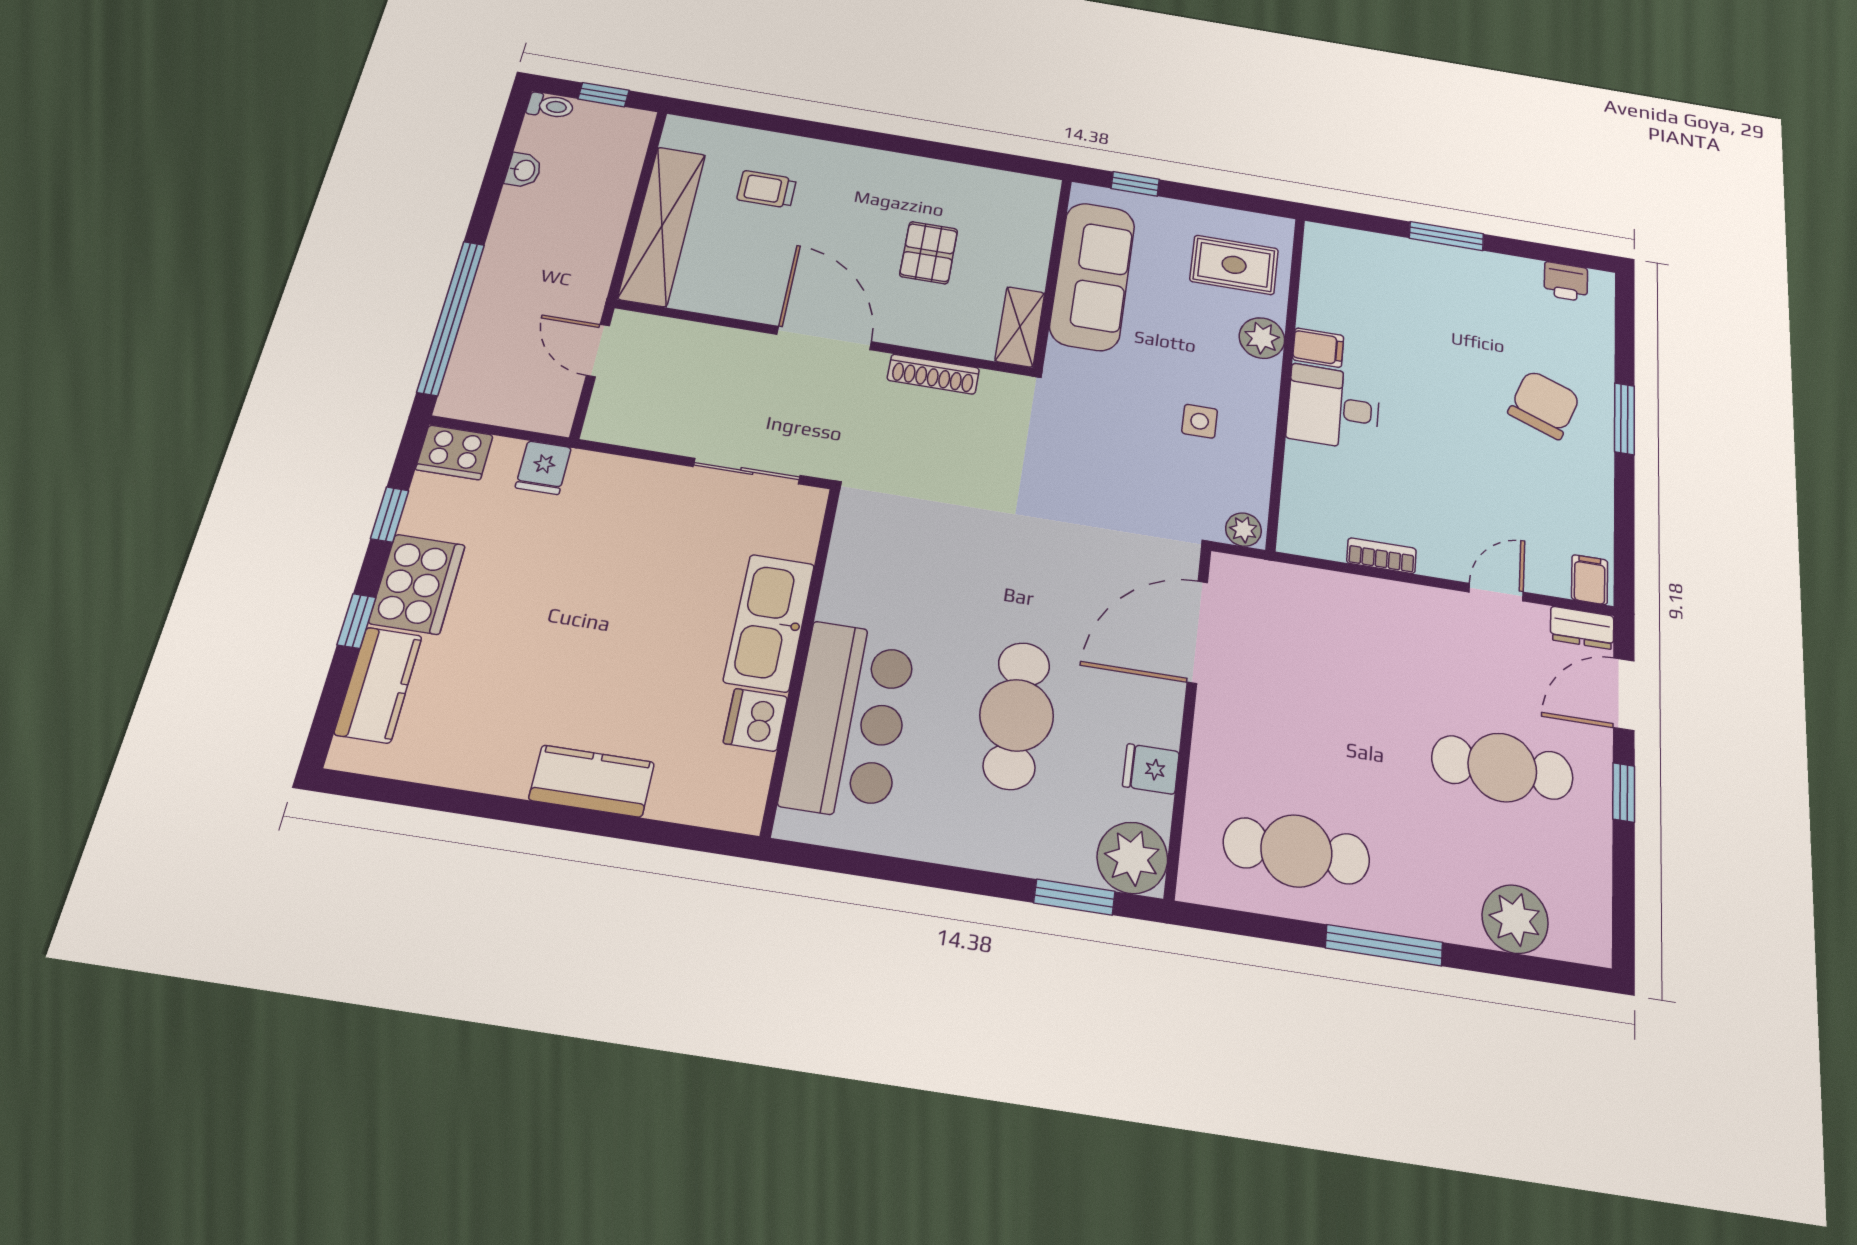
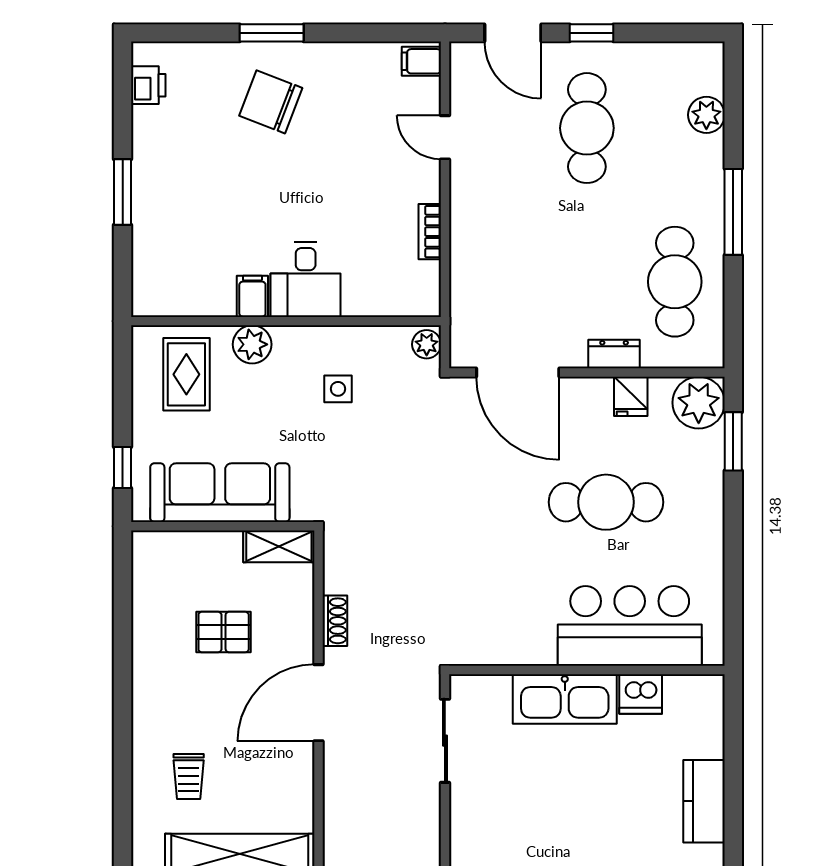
shoe rack: (933, 374) -> (335, 621), width x0.70
dresser: (1582, 628) -> (614, 354), moved, turned -90
plant: (1515, 919) -> (706, 115), width x0.73, depth x0.73

